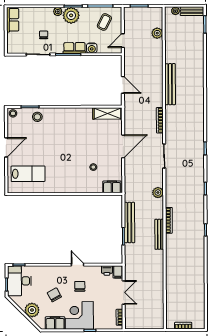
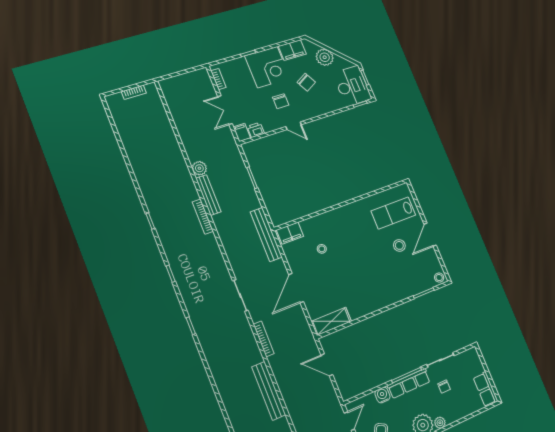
row of seats: (74, 48) -> (409, 383), width x1.48
stool: (37, 117) -> (399, 245), moved
plant: (158, 193) -> (199, 168), moved
bench: (129, 222) -> (266, 234), moved

